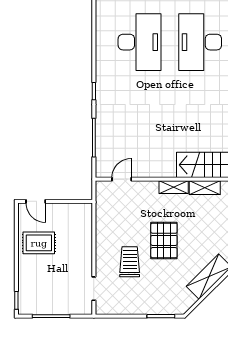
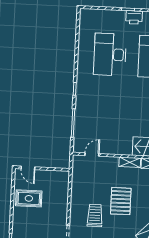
desk: (140, 42) -> (110, 54), turned 180

